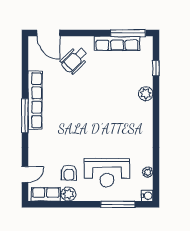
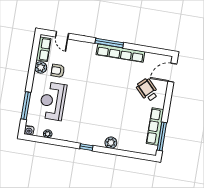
window: (156, 68) -> (86, 147), moved

